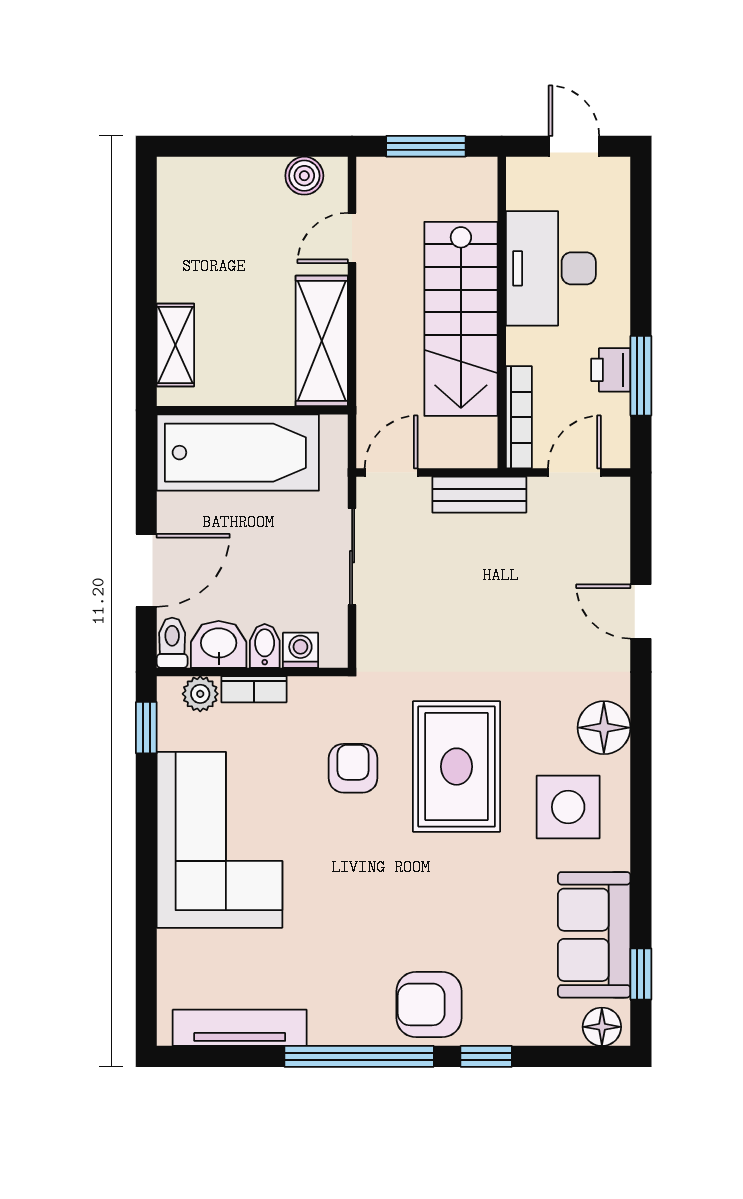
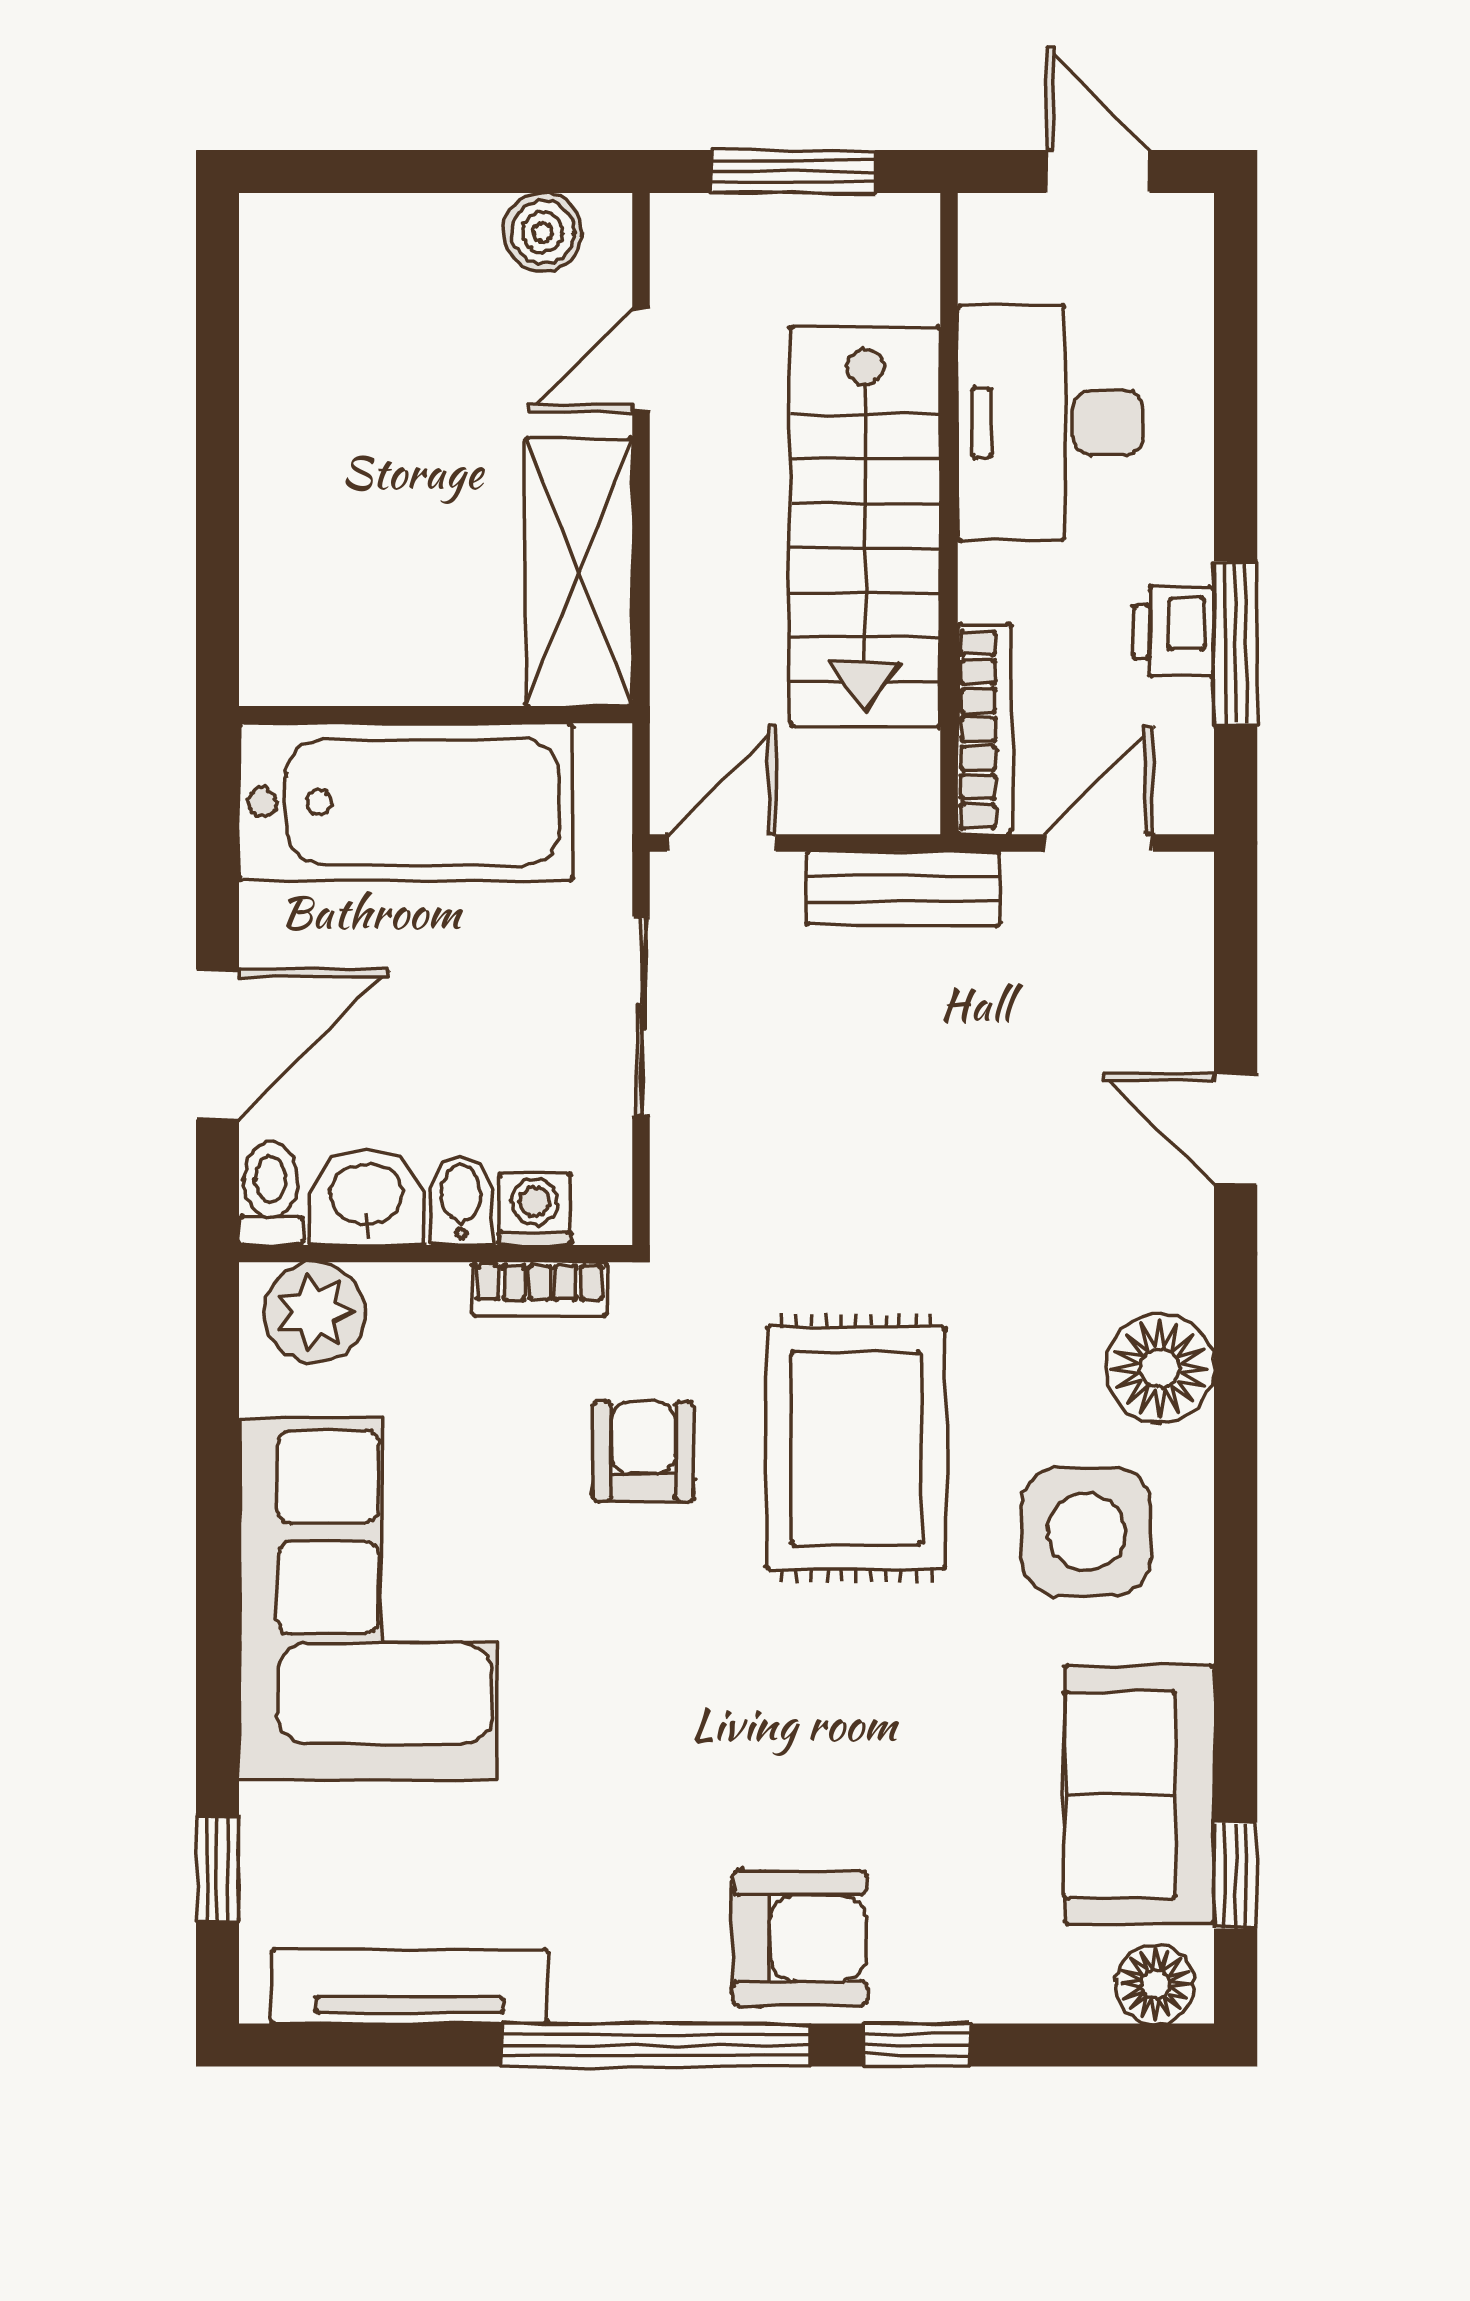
shelving: (175, 345) -> (277, 580), removed
bookcase: (254, 689) -> (540, 1289), moved
plant: (200, 694) -> (315, 1312), width x1.38, depth x1.38
window: (146, 728) -> (218, 1869), moved
armchair: (429, 1004) -> (799, 1938), turned 180

